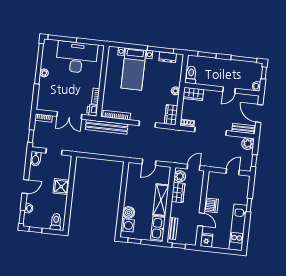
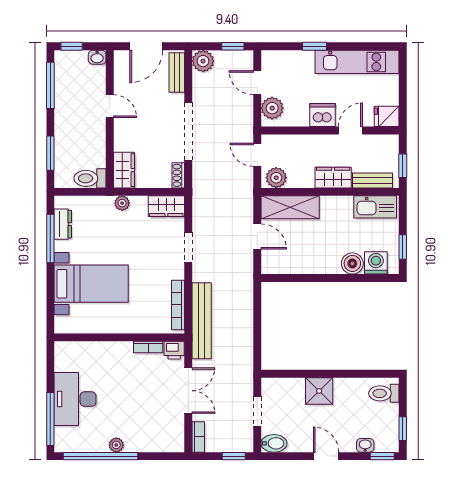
desk: (77, 57) -> (75, 399), width x0.73, depth x0.77
plant: (218, 178) -> (272, 108), added
wardrobe: (178, 193) -> (333, 178), moved
shelving: (161, 200) -> (290, 207), moved

